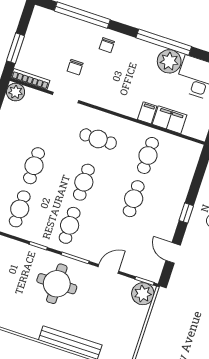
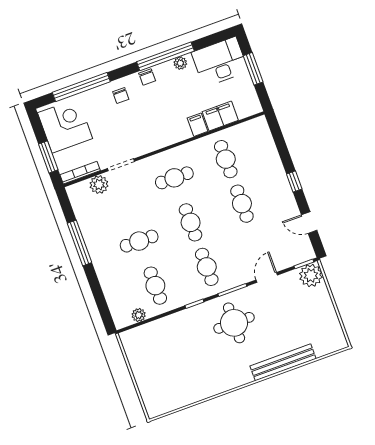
corner desk: (47, 35) -> (65, 126), added
plant: (169, 61) -> (180, 63), width x0.53, depth x0.53
chair: (75, 67) -> (147, 77), moved
plant: (16, 92) -> (99, 185), moved
cafe table: (34, 166) -> (139, 241), turned 90

